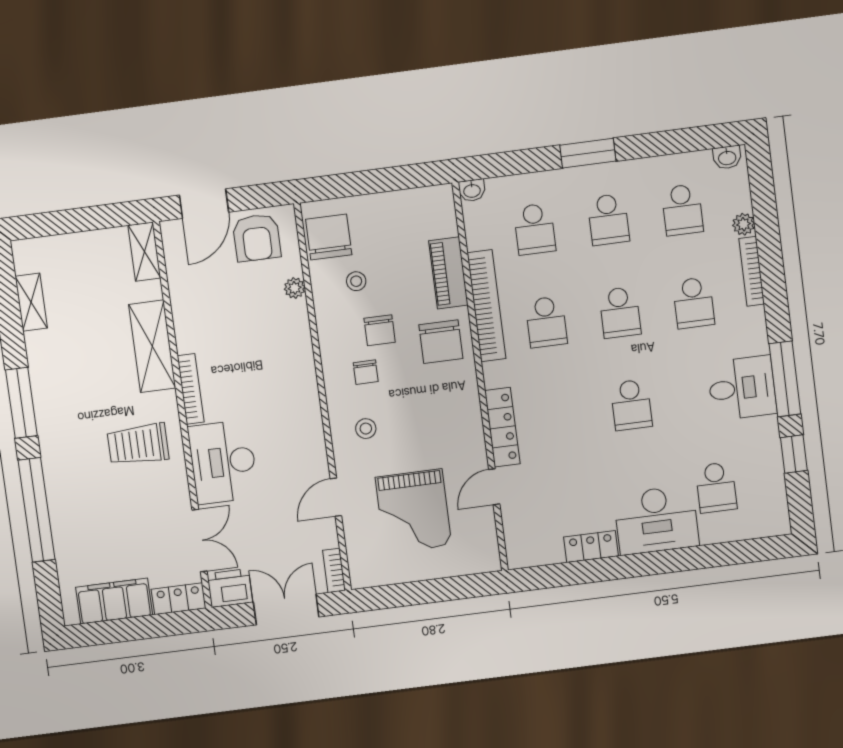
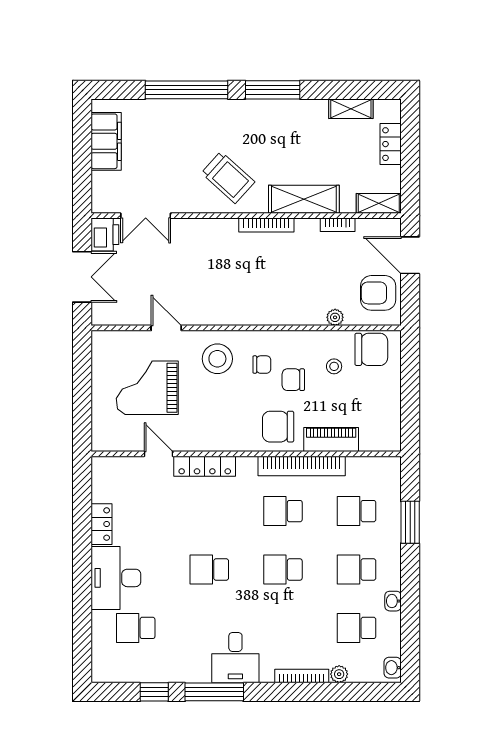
window: (588, 153) -> (410, 522), moved
washbasin: (472, 190) -> (393, 601), moved
school desk: (694, 303) -> (283, 628), removed
chair: (366, 372) -> (262, 365), turned 180
desk: (742, 388) -> (235, 658), moved
stool: (366, 429) -> (217, 359), width x1.89, depth x1.89
trolley: (138, 444) -> (228, 177), turned 132
desk: (223, 462) -> (205, 243), removed
bookcase: (334, 570) -> (338, 225), moved, turned 180
locker: (179, 599) -> (391, 144), moved, turned 180

